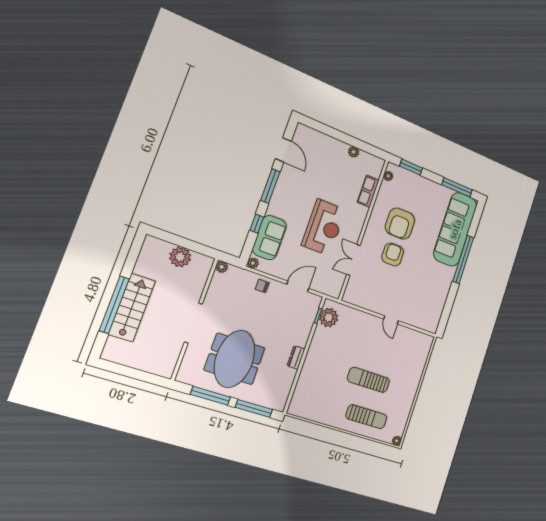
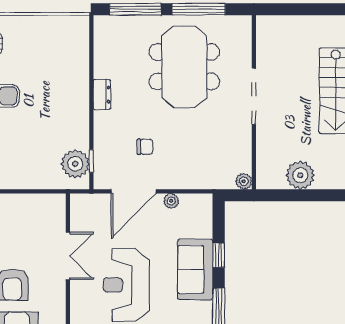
sofa: (269, 238) -> (195, 269), moved
plant: (253, 263) -> (171, 201), moved
chair: (262, 286) -> (145, 147), moved
door: (298, 286) -> (134, 191), width x1.36

